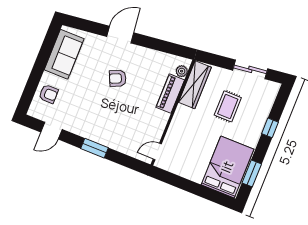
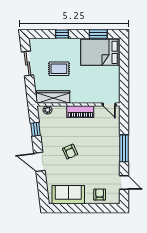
window: (163, 46) -> (36, 129), added
piano: (170, 94) -> (80, 112), moved
window: (95, 148) -> (124, 148), width x1.44

